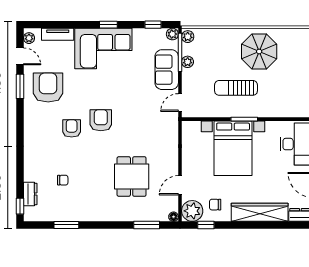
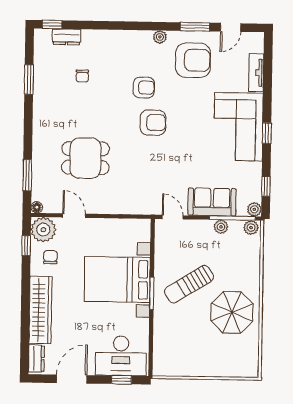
plant: (29, 38) -> (160, 37), moved
sun lounger: (236, 88) -> (189, 284), turned -122

